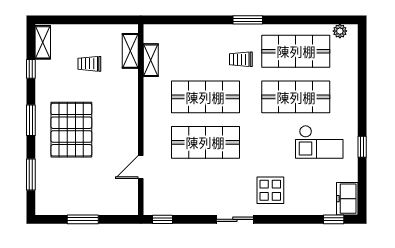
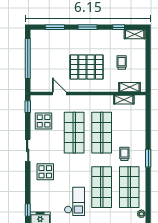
pallet: (71, 130) -> (87, 67), moved
checkout: (319, 142) -> (74, 201), turned 180
display table: (186, 193) -> (44, 121), added
window: (83, 219) -> (28, 58), width x2.11

